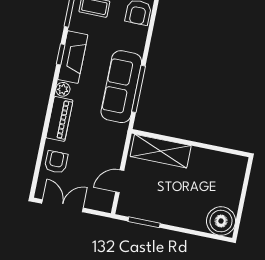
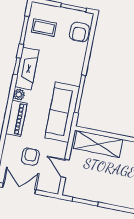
sofa: (121, 87) -> (62, 112), moved
armchair: (56, 162) -> (30, 157), moved
door: (120, 181) -> (65, 169), hinge flipped

